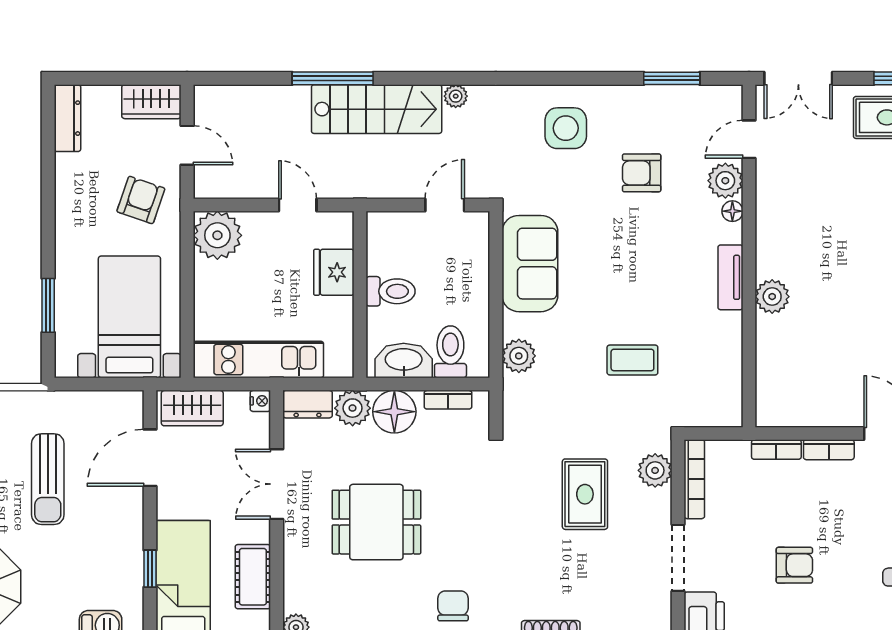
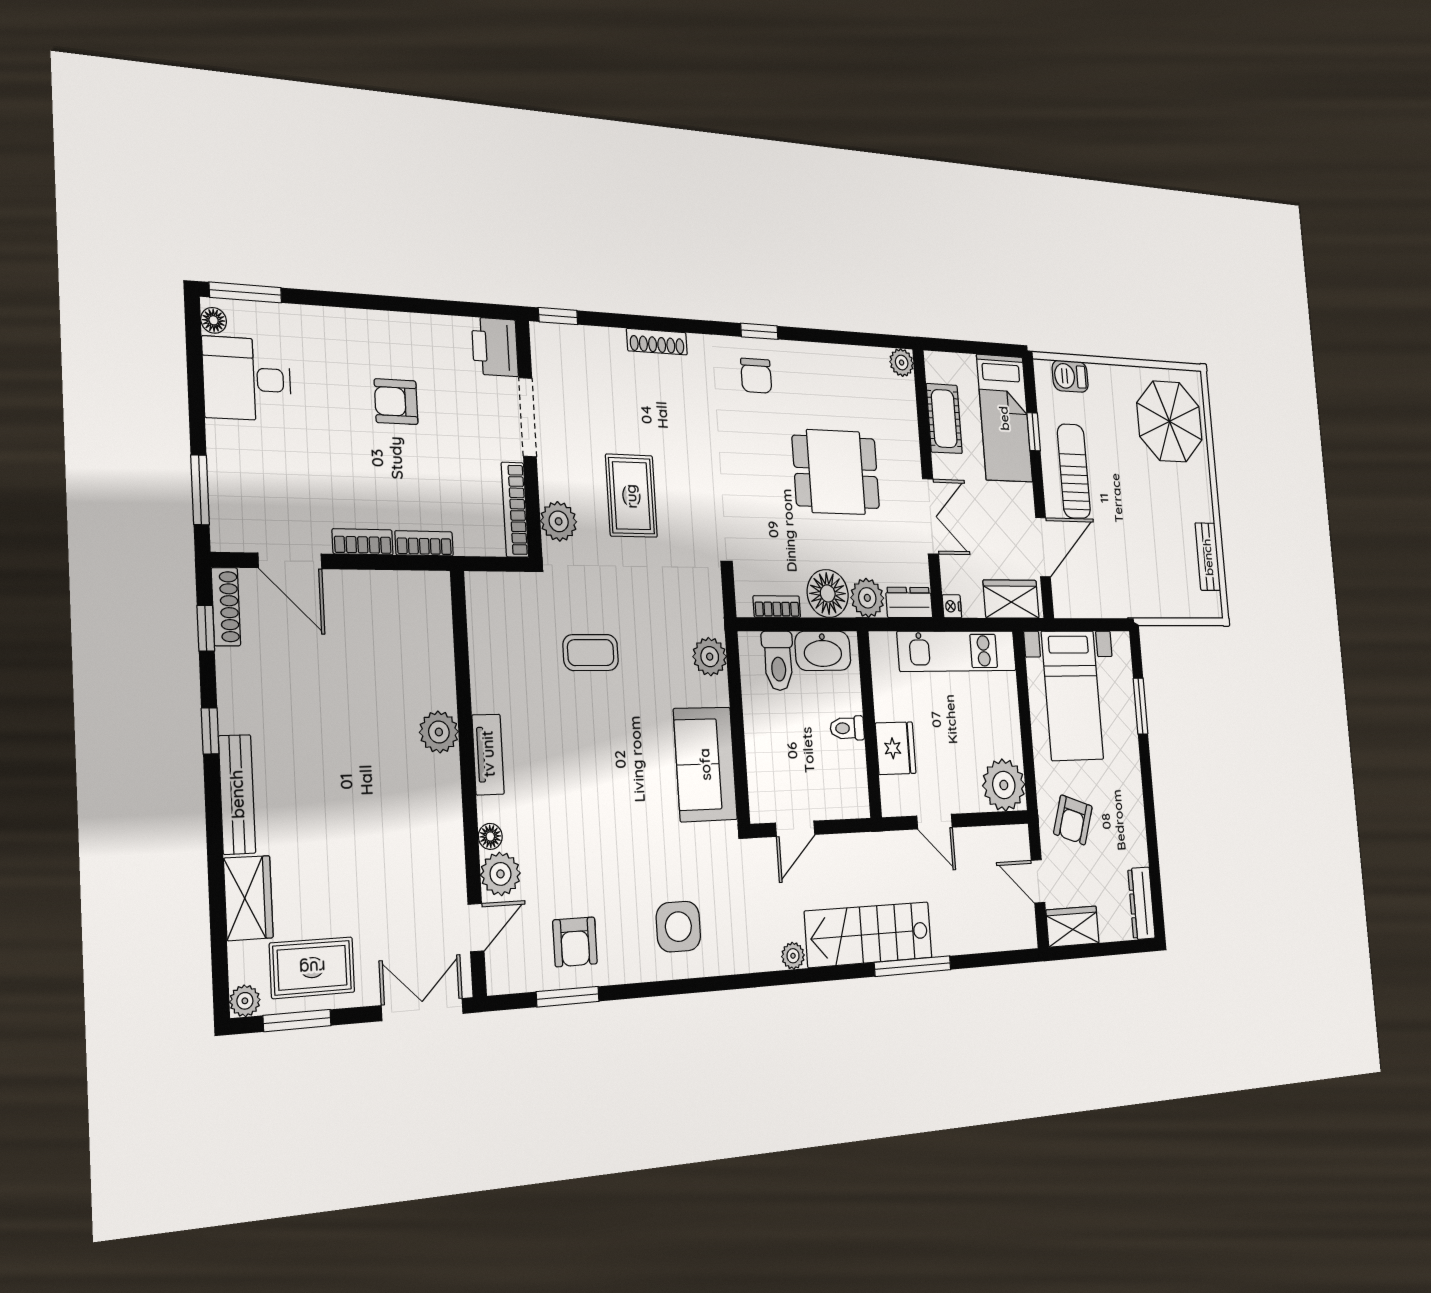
armchair: (642, 173) -> (575, 942), moved, turned 90
toilet: (391, 291) -> (847, 728), width x0.73, depth x0.72
sun lounger: (48, 479) -> (1074, 471), moved

